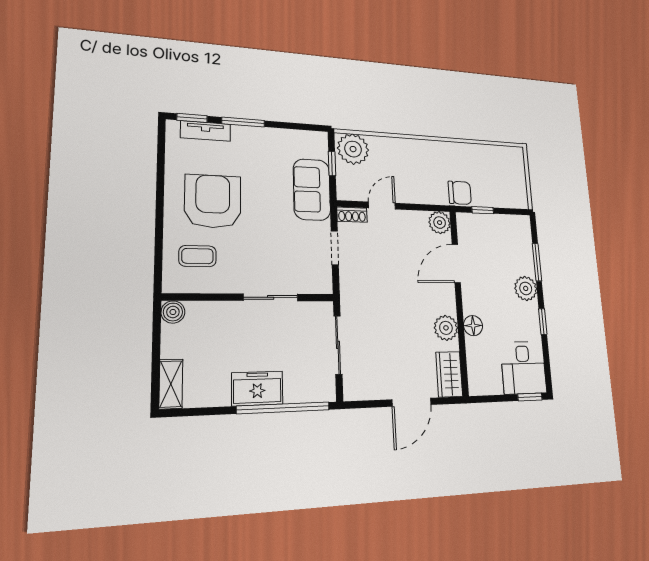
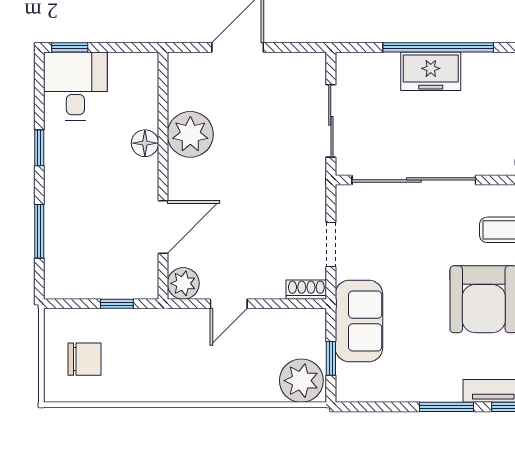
chair: (460, 193) -> (85, 359), moved, turned 180
door: (382, 206) -> (229, 304), moved
plant: (526, 288) -> (61, 194), removed
sliding door: (271, 297) -> (414, 180), width x1.86
plant: (446, 328) -> (190, 134), width x1.36, depth x1.36
wardrobe: (449, 374) -> (184, 80), removed
window: (283, 408) -> (438, 47), moved

